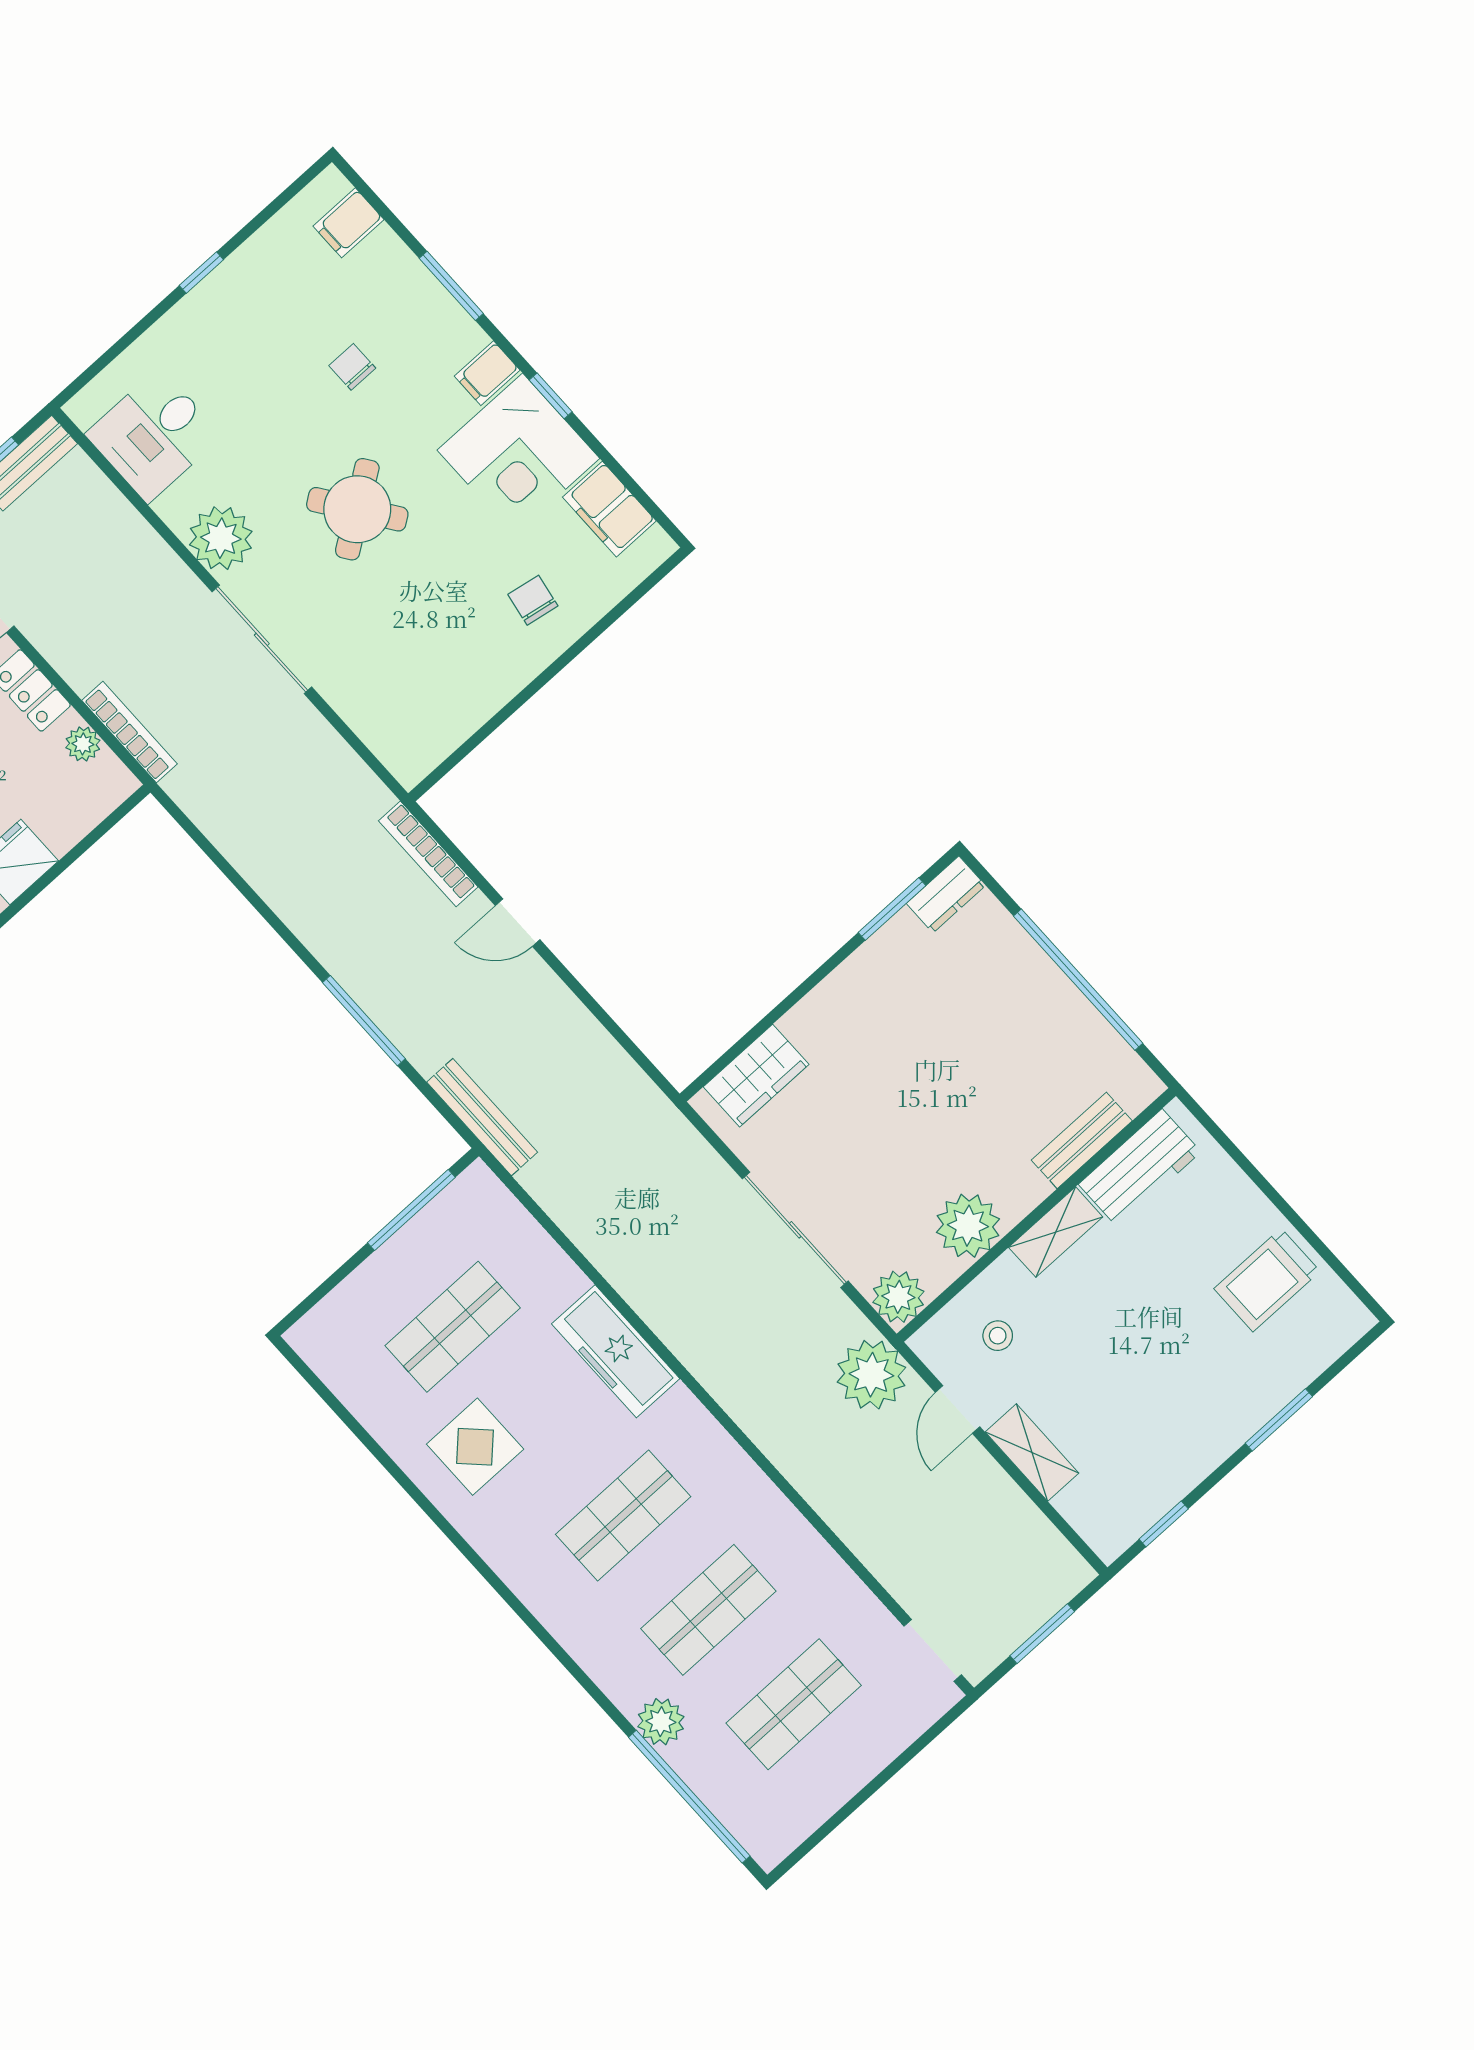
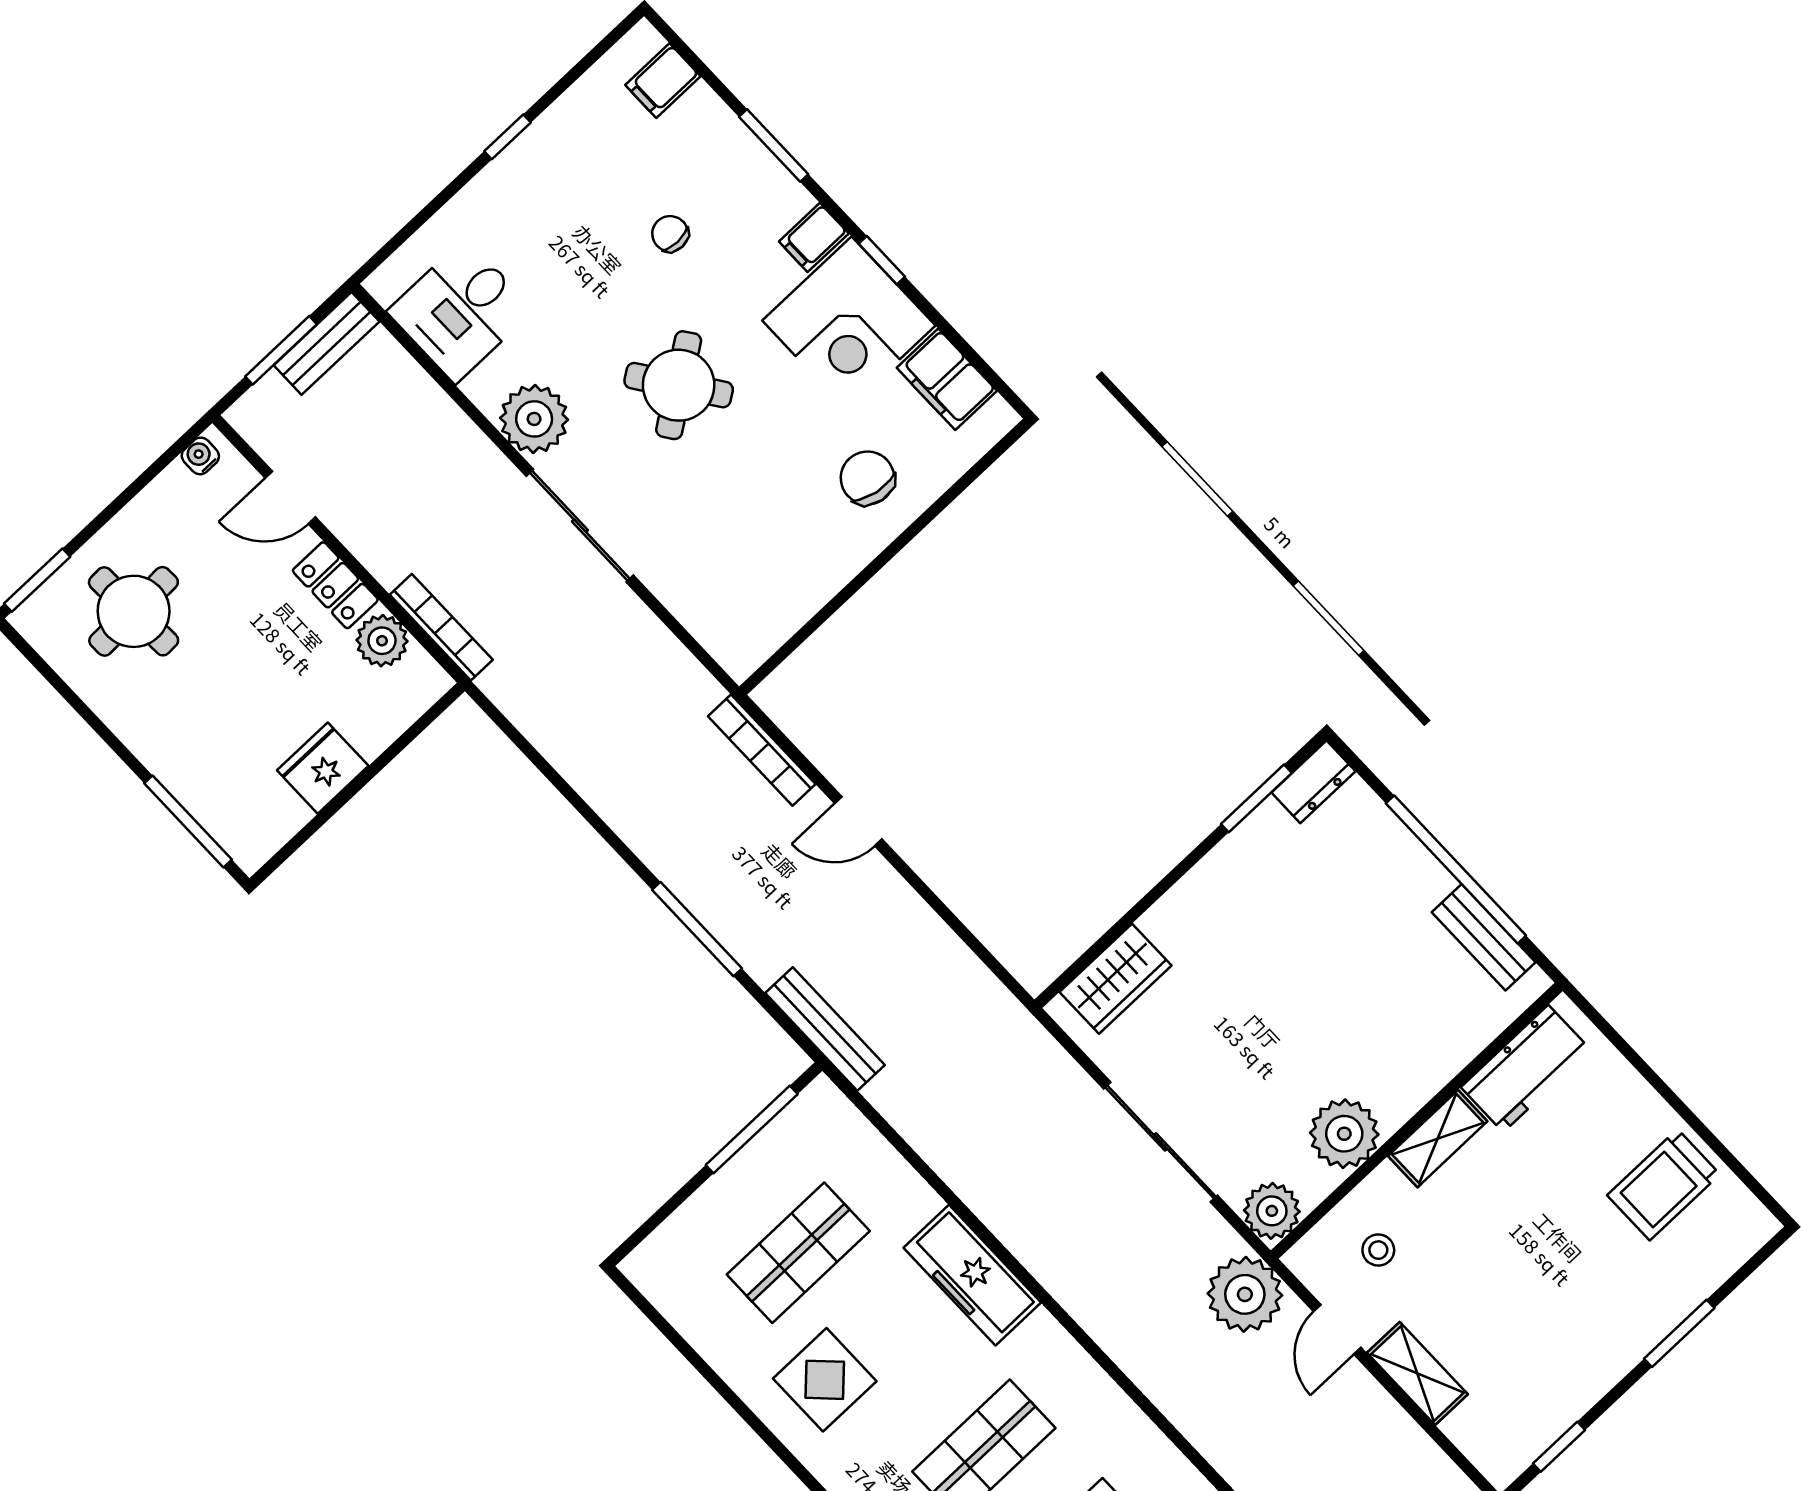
chair: (533, 600) -> (867, 478), width x1.37, depth x1.37
plant: (83, 744) -> (382, 641), width x1.38, depth x1.38
bench: (1082, 1140) -> (1484, 937), moved, turned 90

